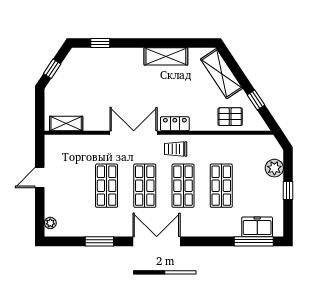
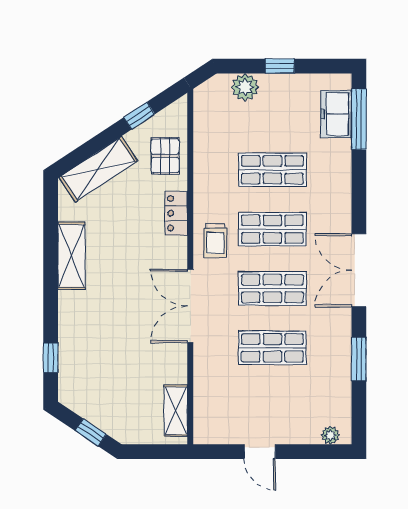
locker: (175, 124) -> (176, 213), moved

